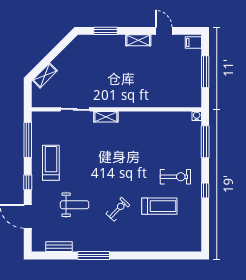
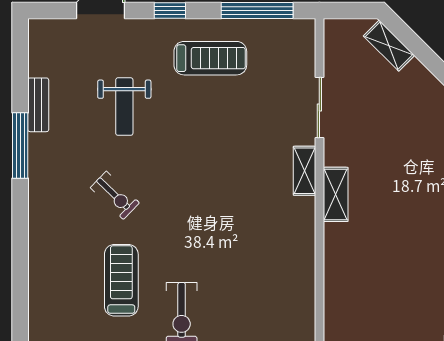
shelving: (118, 102) -> (336, 194), added
treadmill: (159, 206) -> (121, 280), turned 180
bench: (59, 247) -> (38, 105), moved

